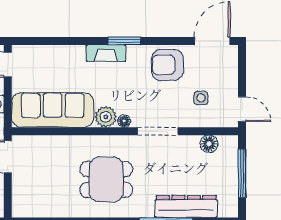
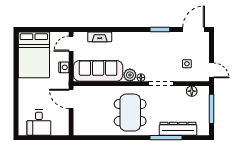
window: (124, 41) -> (160, 30), moved
fireplace: (106, 53) -> (100, 37), moved
armchair: (167, 65) -> (167, 44), removed
dining table: (106, 179) -> (130, 113), width x1.38

